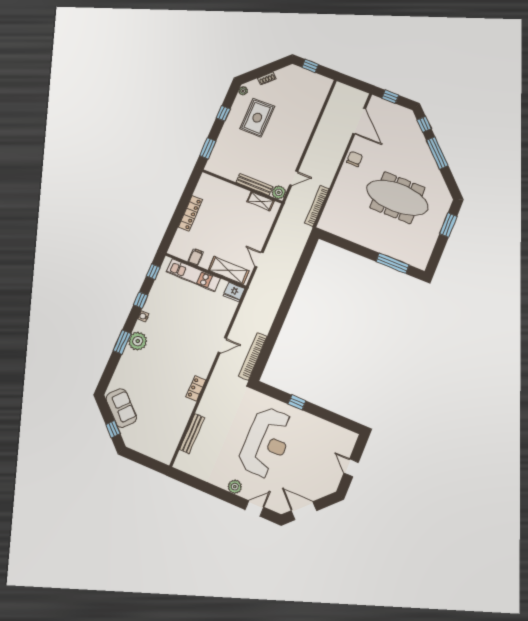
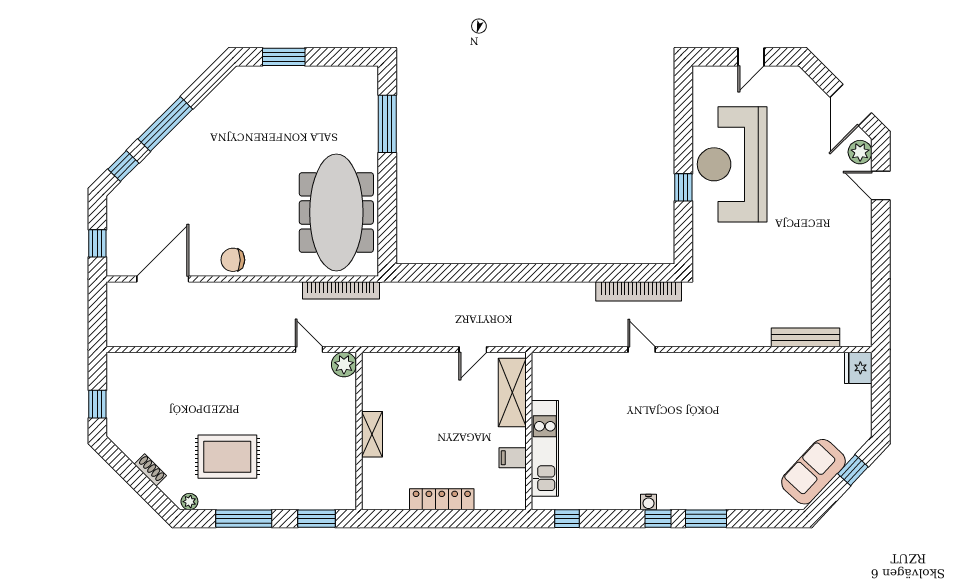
window: (223, 113) -> (244, 519), width x2.17
bench: (254, 184) -> (347, 412), removed
meeting table: (397, 198) -> (336, 212), moved
shelving: (260, 201) -> (372, 434), moved
fridge: (234, 292) -> (858, 368), moved, turned 180
window: (141, 300) -> (658, 519), moved
plant: (138, 341) -> (693, 493), removed
locker: (196, 389) -> (730, 363), removed
reception desk: (266, 442) -> (732, 164), moved, turned -90
plant: (235, 487) -> (860, 152), moved

